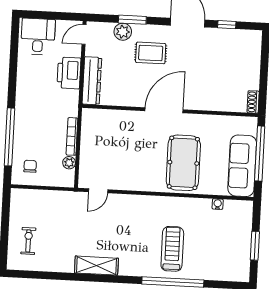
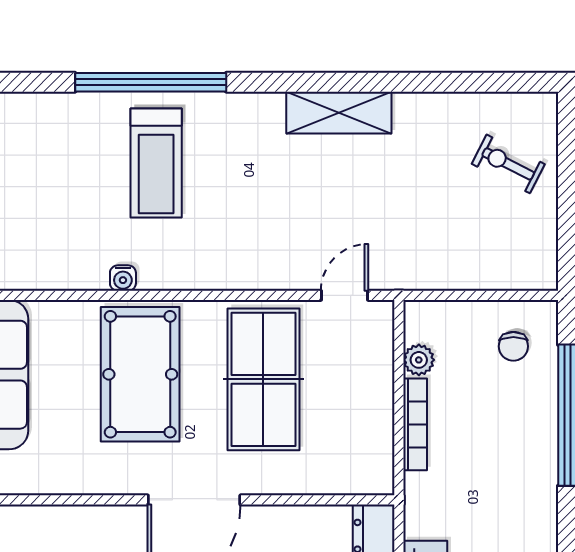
table tennis table: (133, 158) -> (263, 379), added
water cooler: (218, 204) -> (123, 278), moved
exercise bike: (28, 241) -> (508, 164), turned 117

